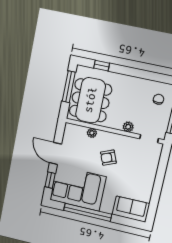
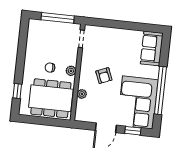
window: (69, 87) -> (40, 121), removed
chair: (159, 99) -> (50, 68), moved
plant: (128, 127) -> (71, 71), moved

